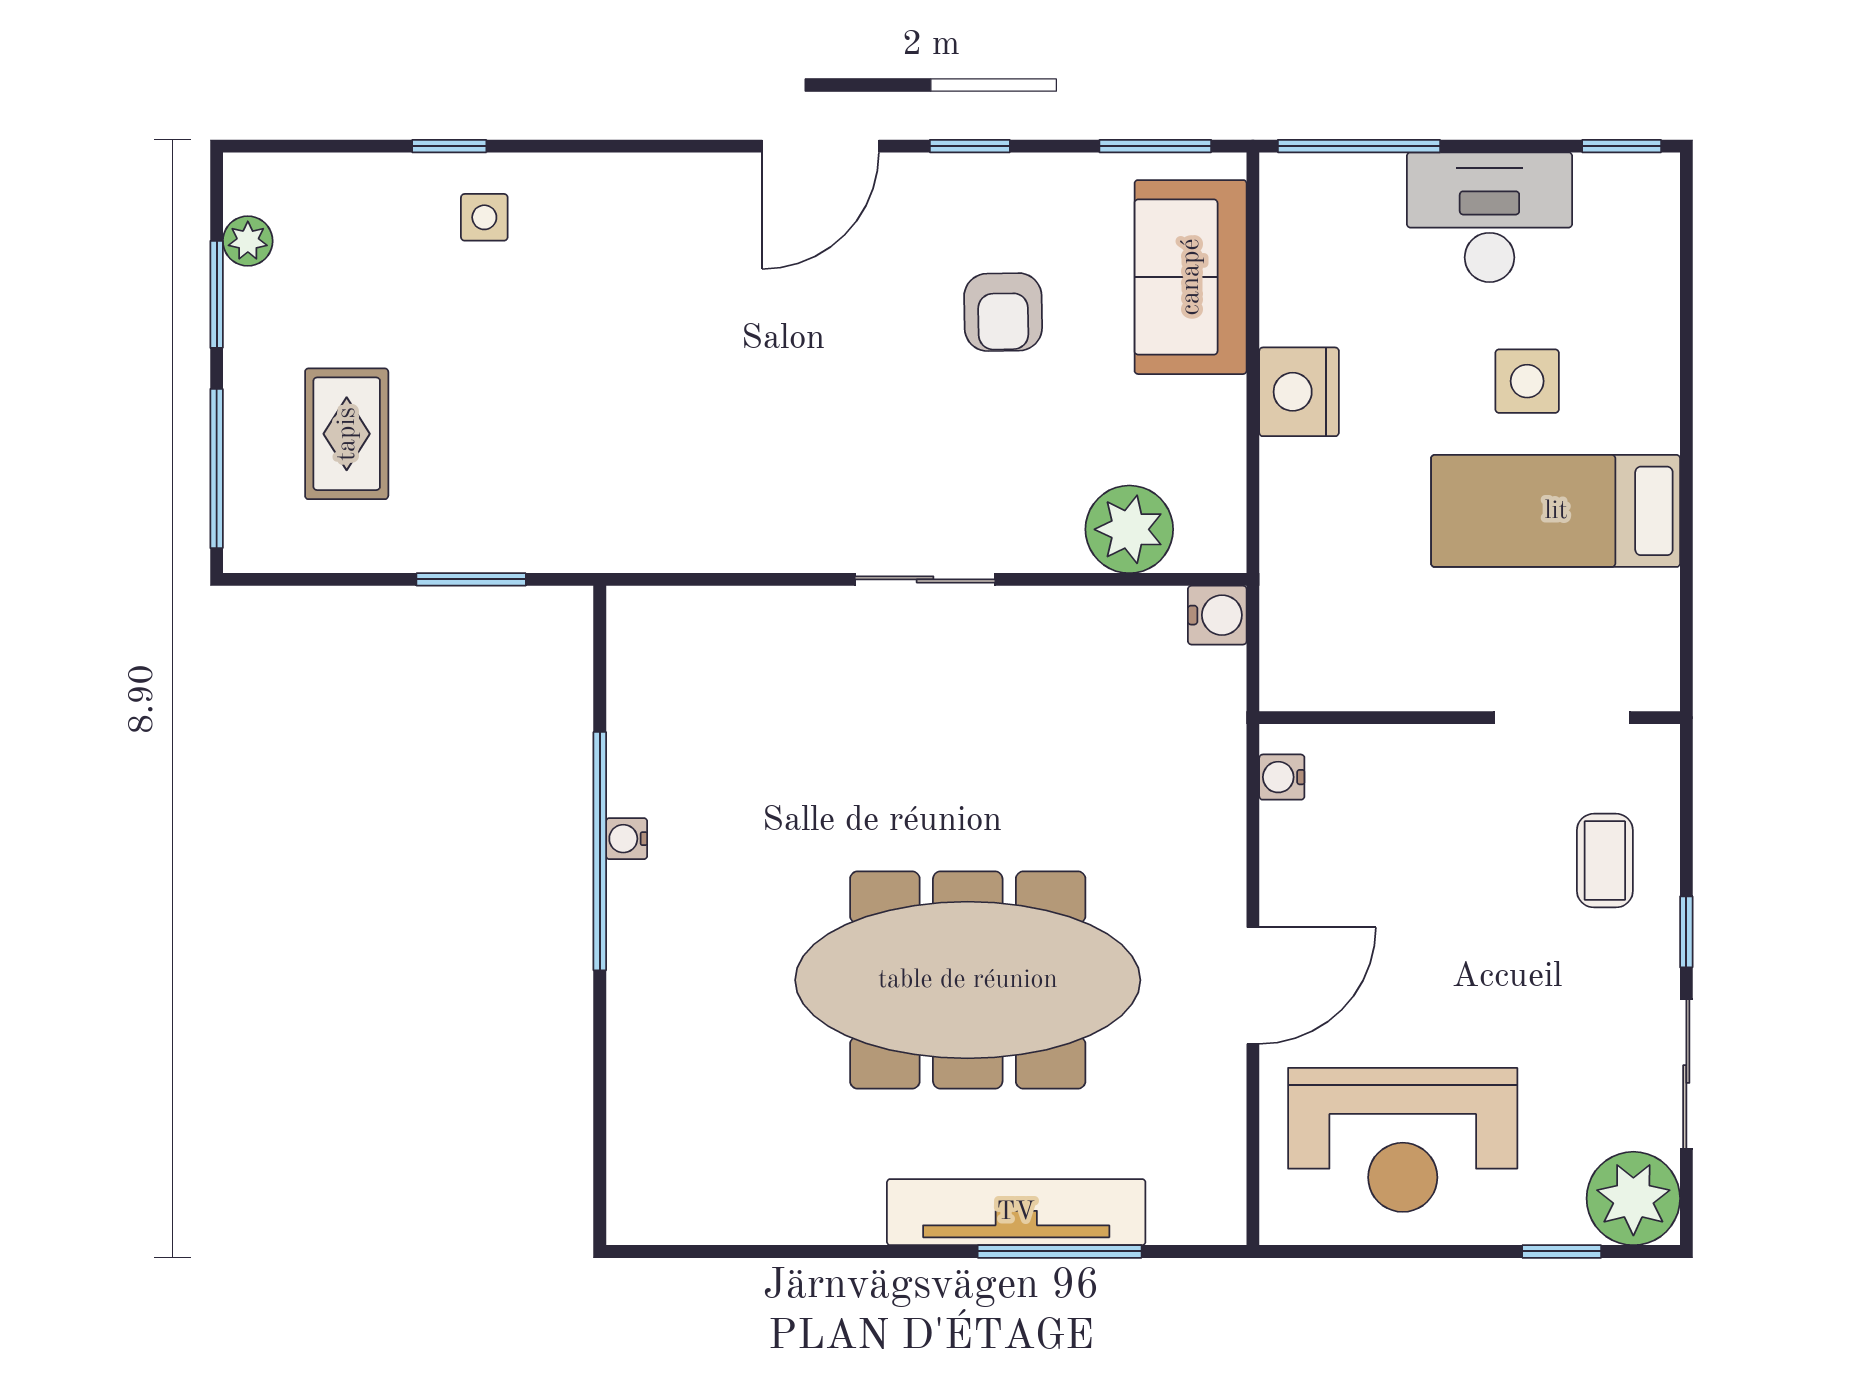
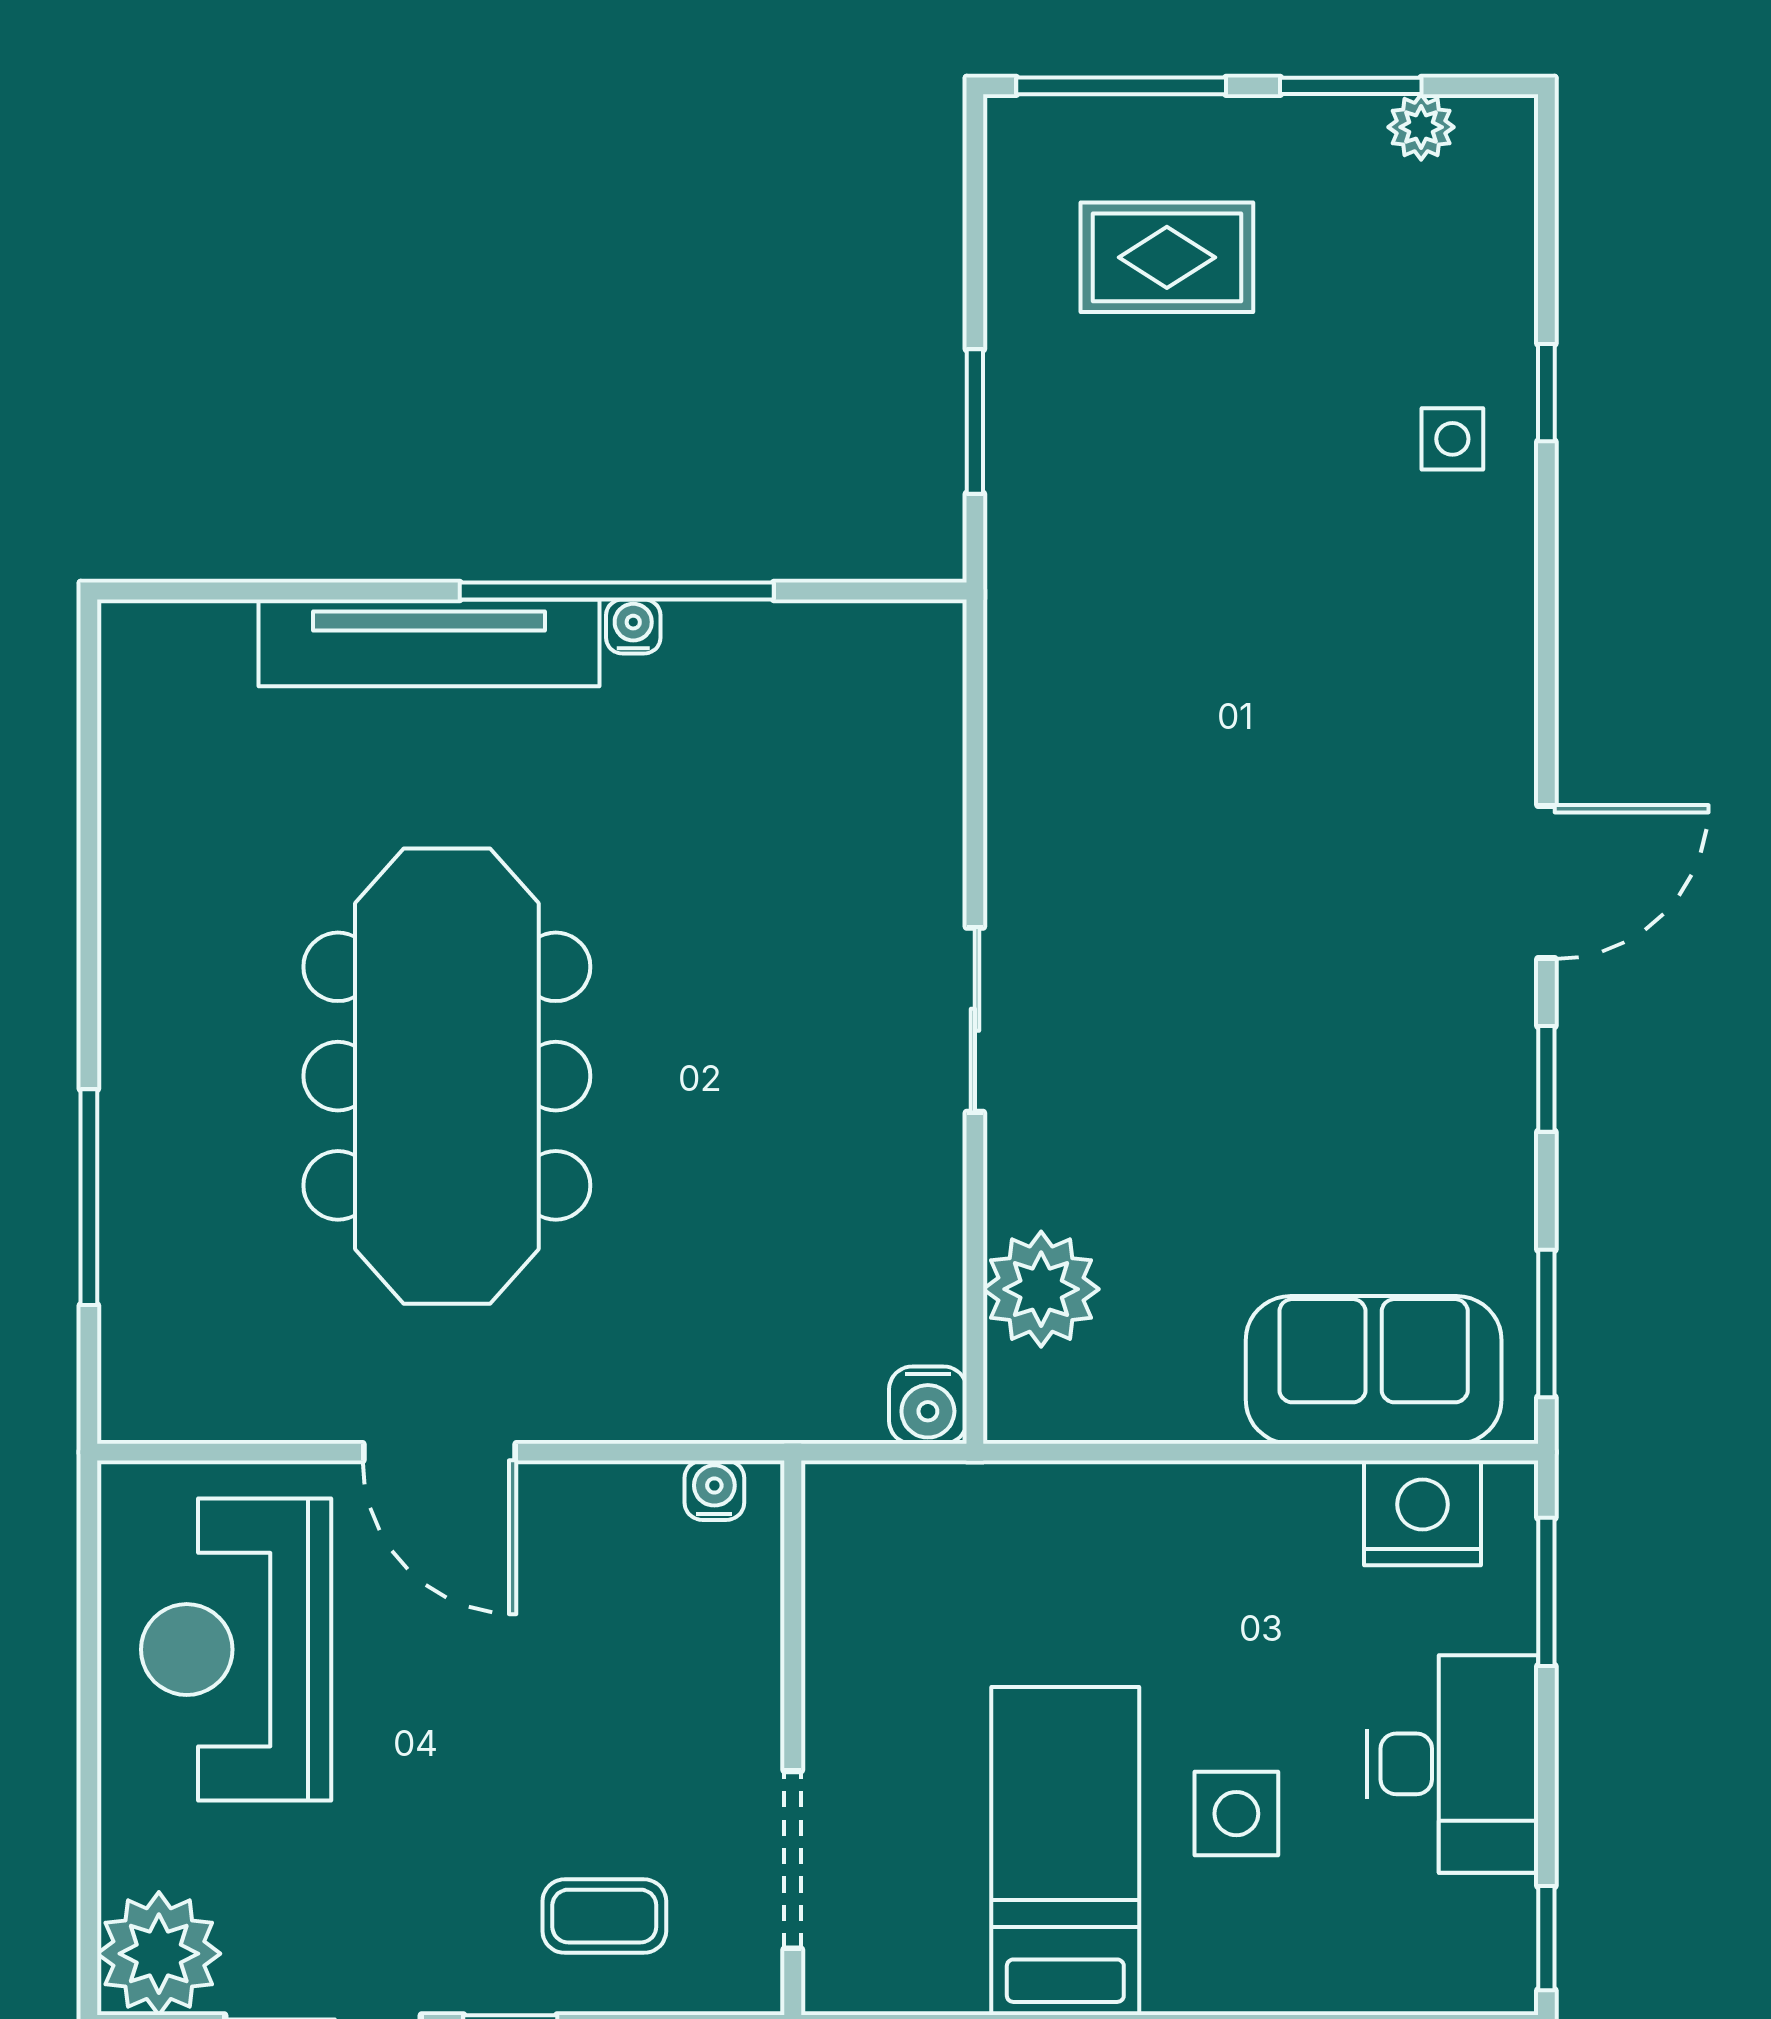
door: (820, 146) -> (1546, 882), swing flipped
window: (1359, 146) -> (1546, 1592), width x0.69
armchair: (1003, 312) -> (1327, 1123), removed
nightstand: (1299, 392) -> (1422, 1513), moved
tv unit: (1016, 1212) -> (429, 643), moved, turned 90
window: (1562, 1251) -> (89, 1859), removed

